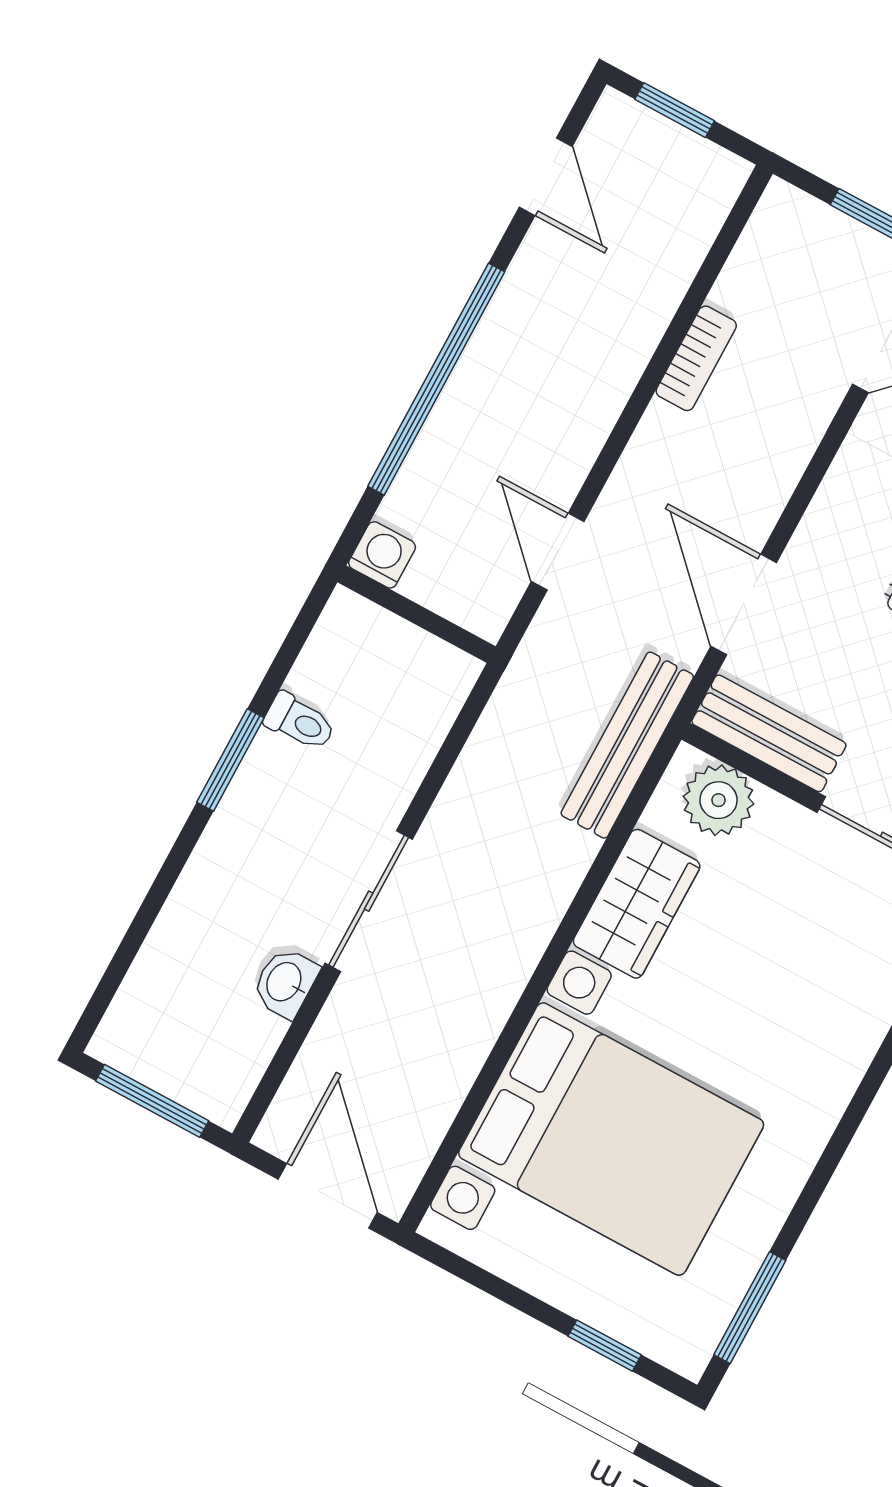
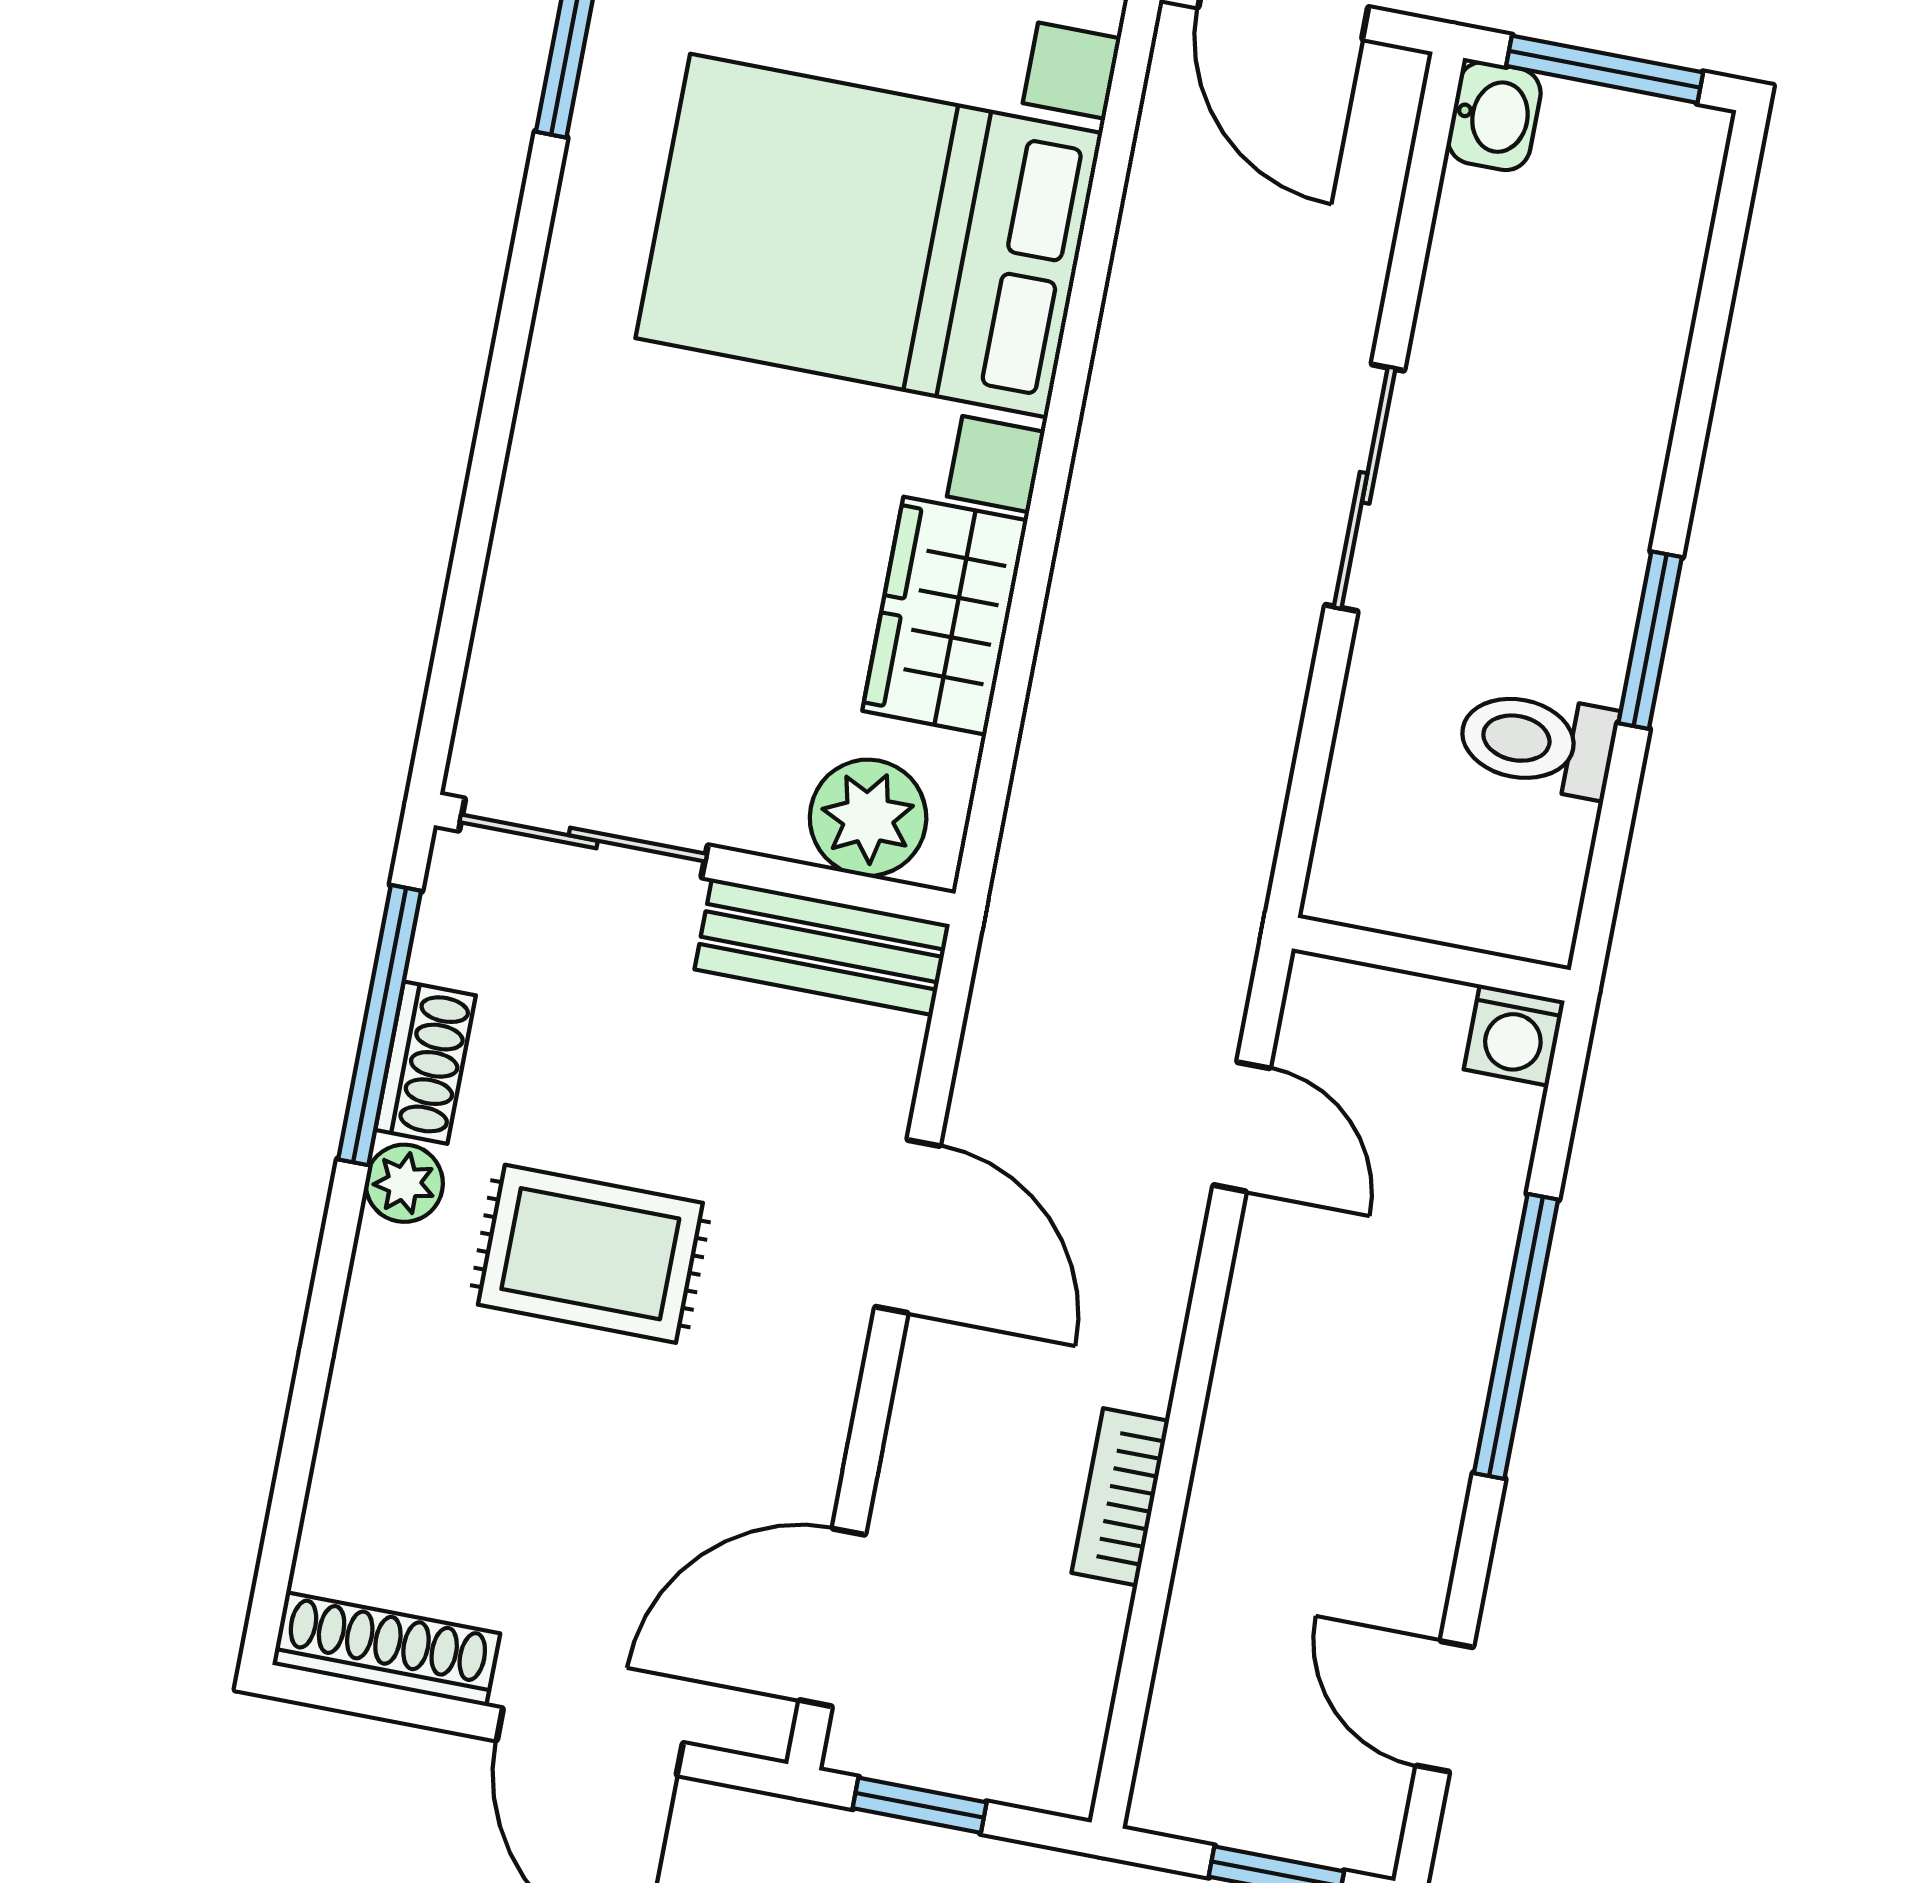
window: (436, 379) -> (1516, 1336), width x0.68
door: (744, 604) -> (908, 1226), moved
toilet: (300, 722) -> (1537, 742), width x1.37, depth x1.39
bench: (627, 745) -> (1038, 859), removed
washbasin: (285, 982) -> (1494, 116), moved

